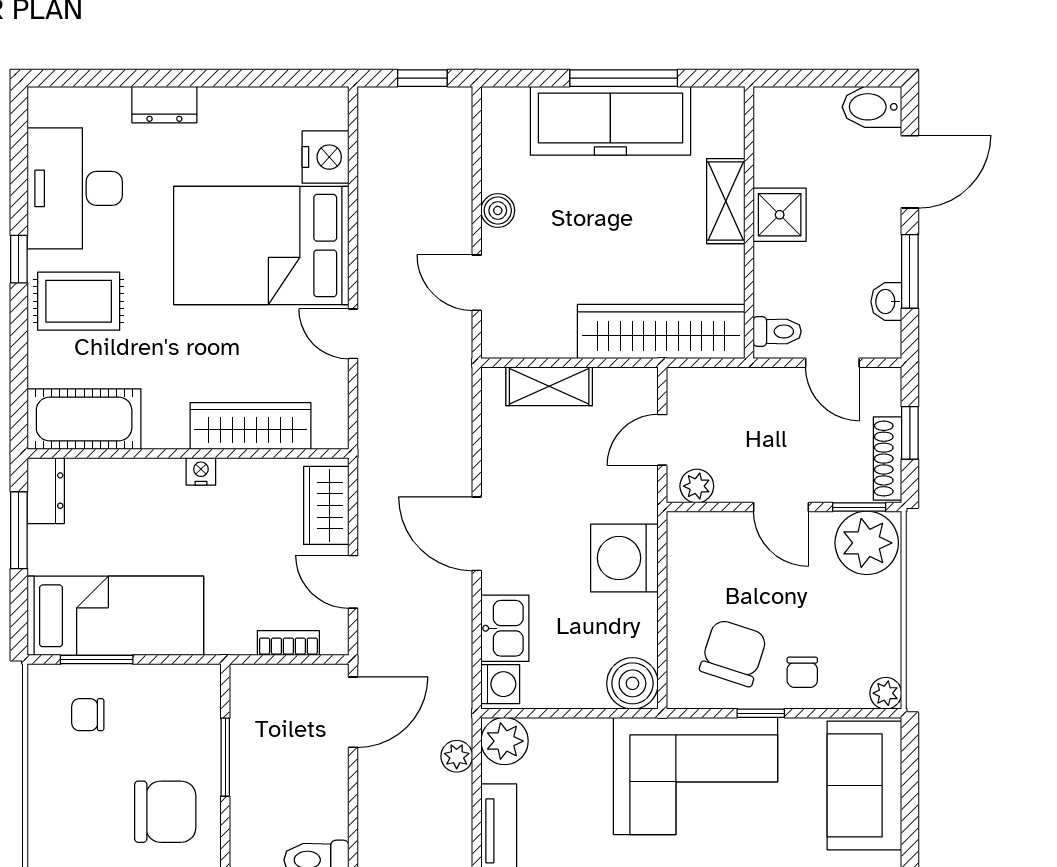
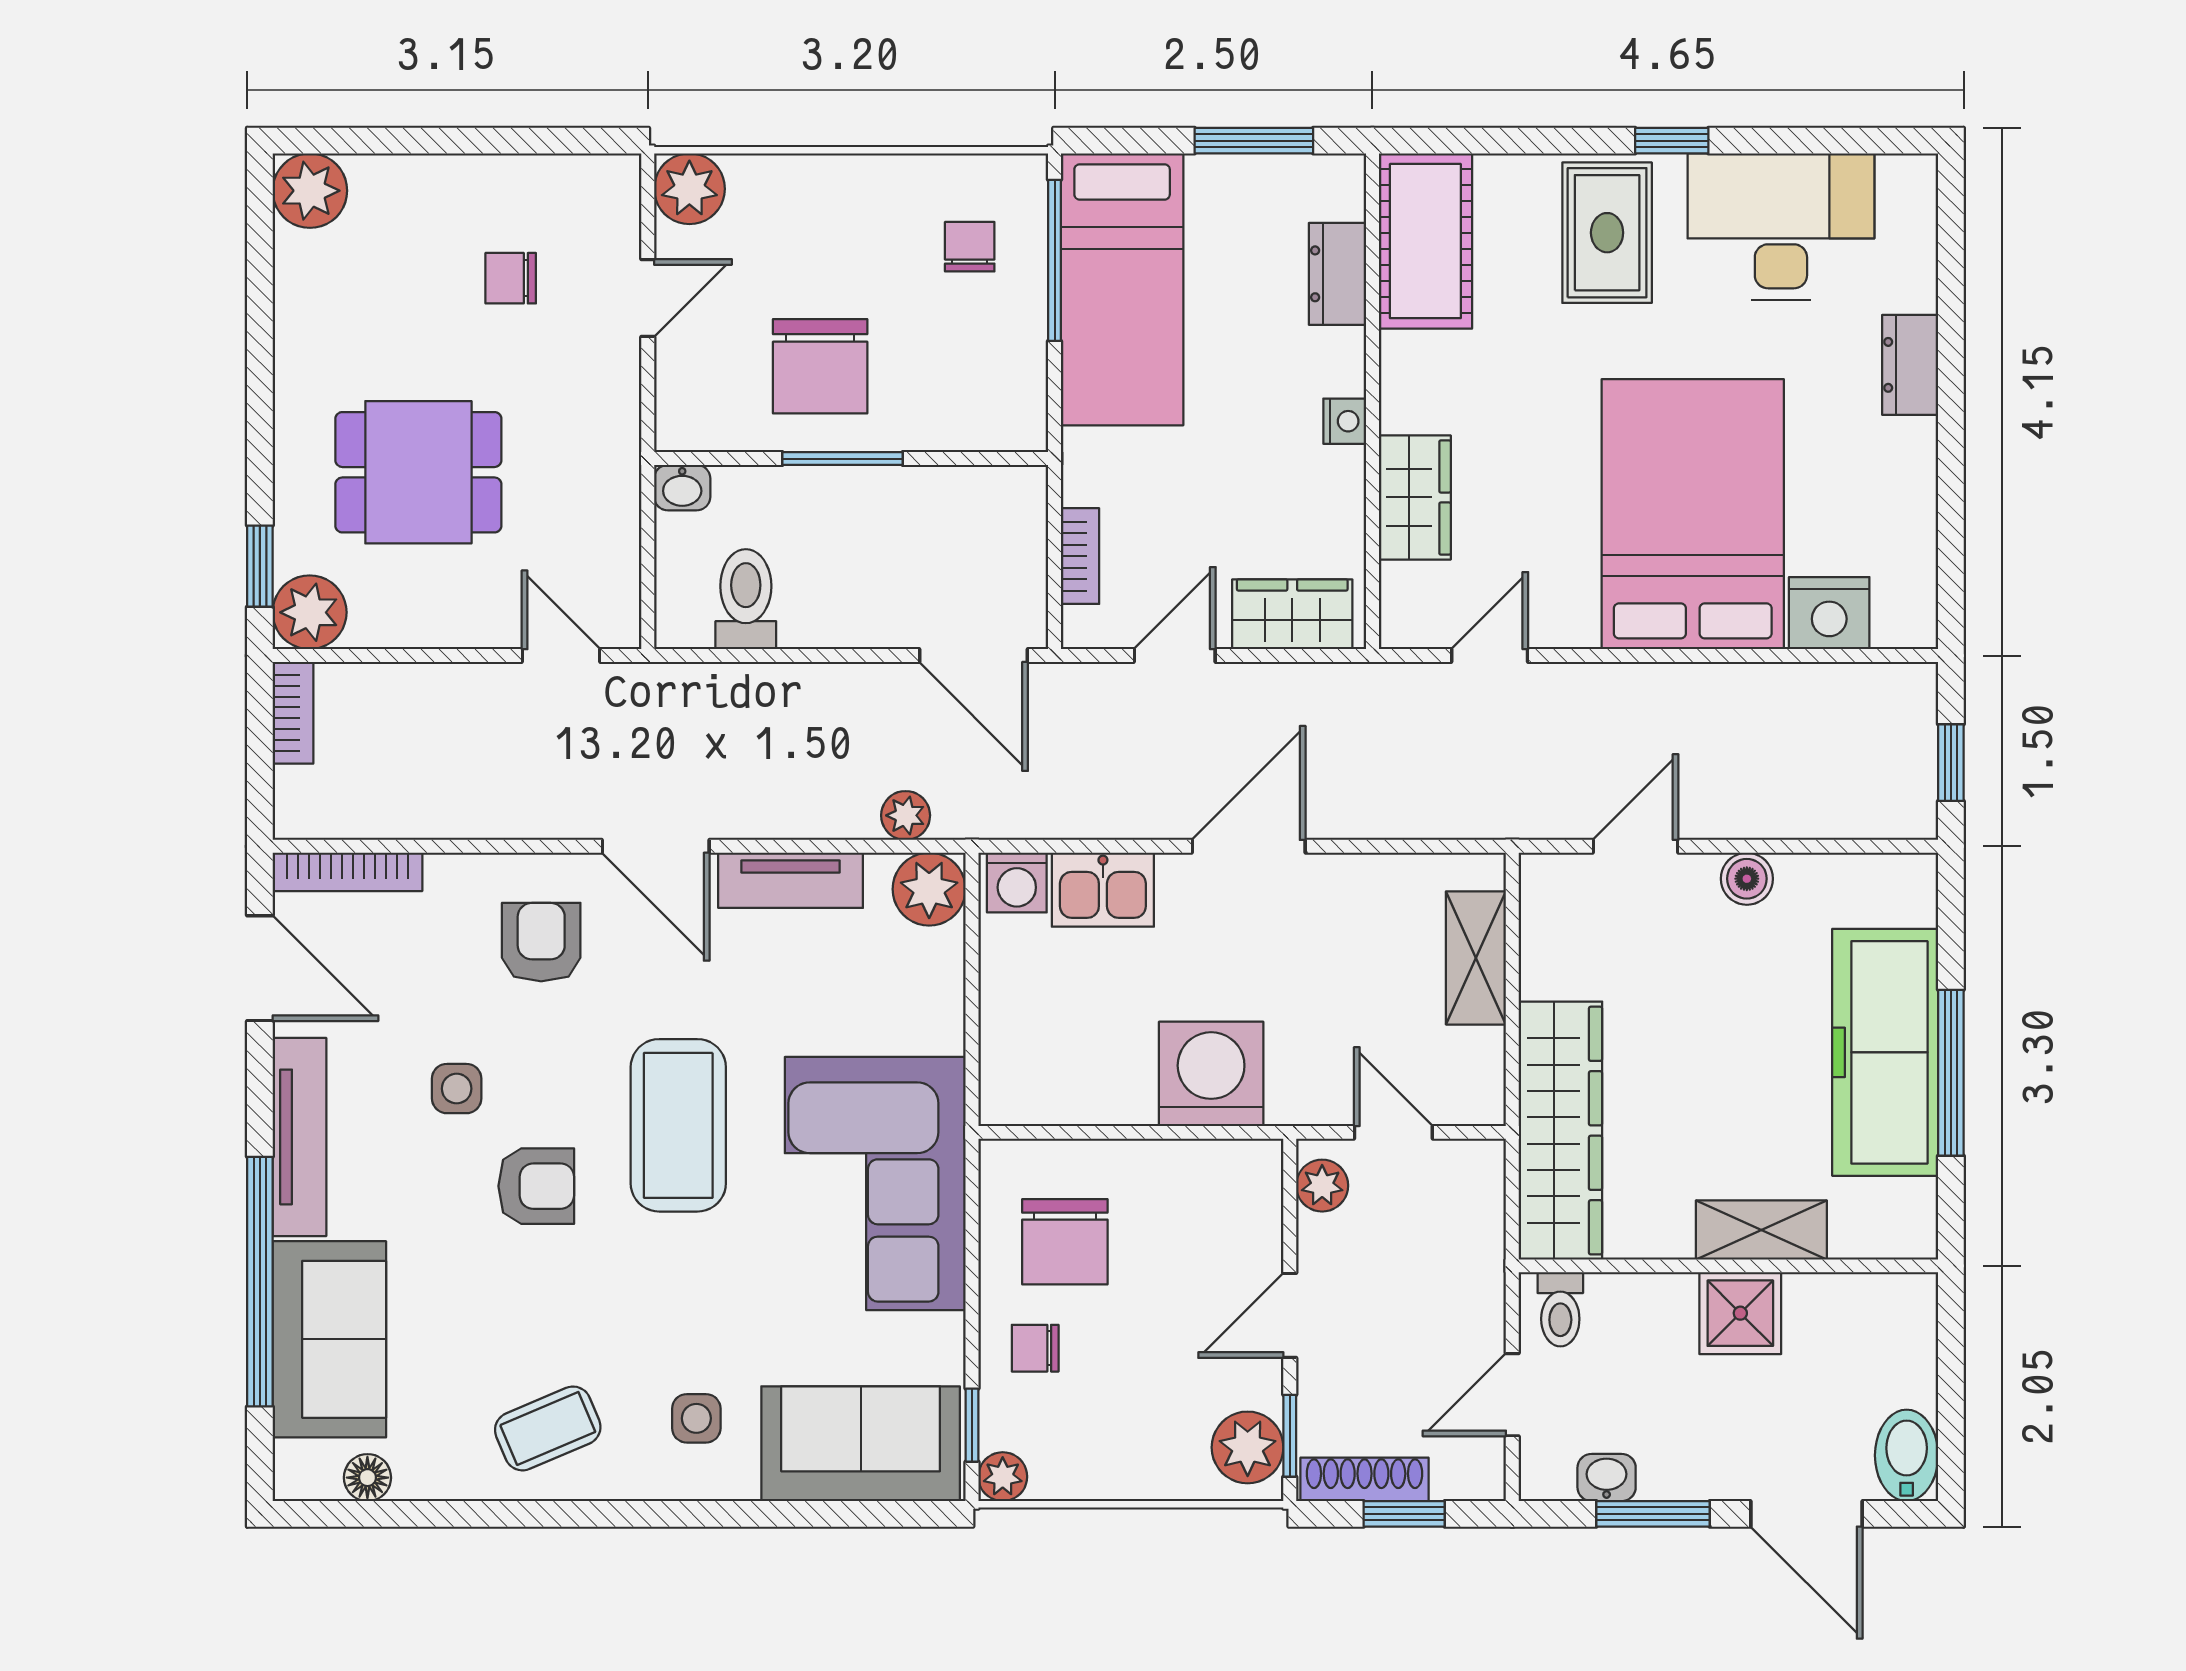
door: (353, 334) -> (1490, 656), moved
wardrobe: (250, 426) -> (1415, 497), width x0.67
dresser: (46, 491) -> (1337, 274), moved, turned 90
plant: (867, 543) -> (1248, 1447), width x0.73, depth x0.73
chair: (733, 653) -> (1065, 1242), turned 72
window: (97, 660) -> (1055, 260), width x1.44
boiler: (632, 683) -> (1018, 1086), removed
window: (761, 713) -> (972, 1425), moved
window: (225, 757) -> (842, 459), moved

